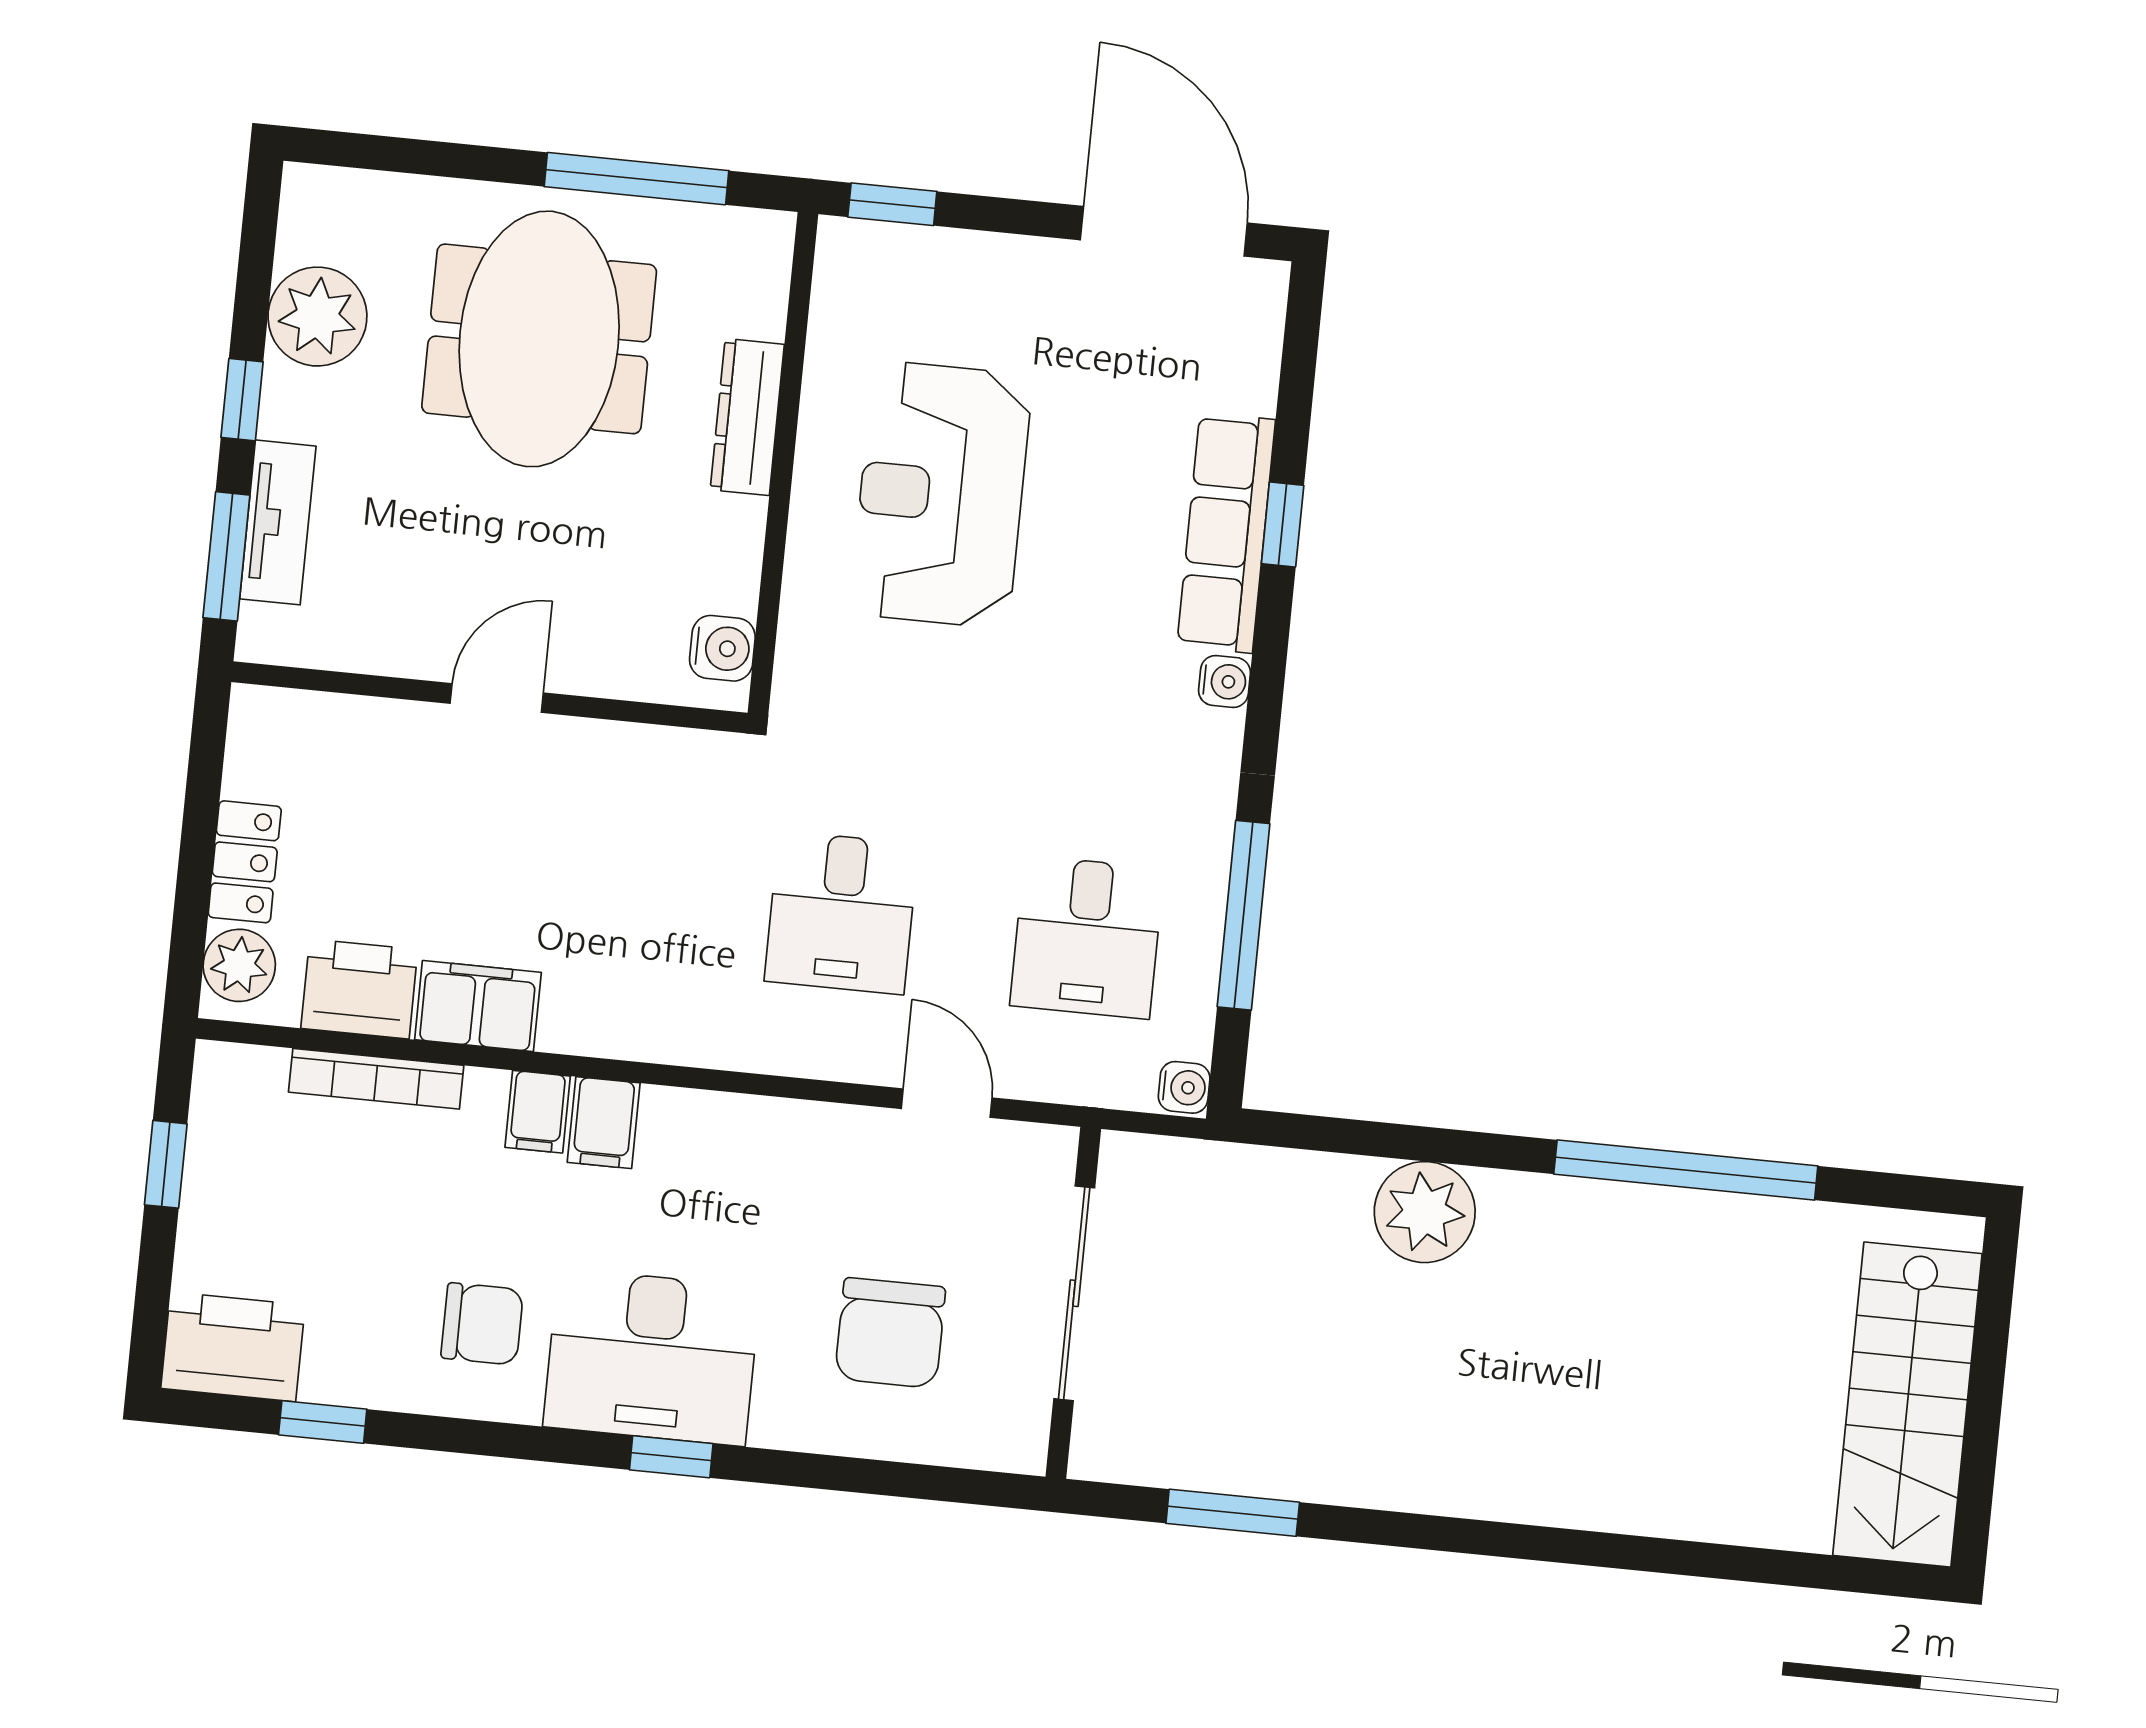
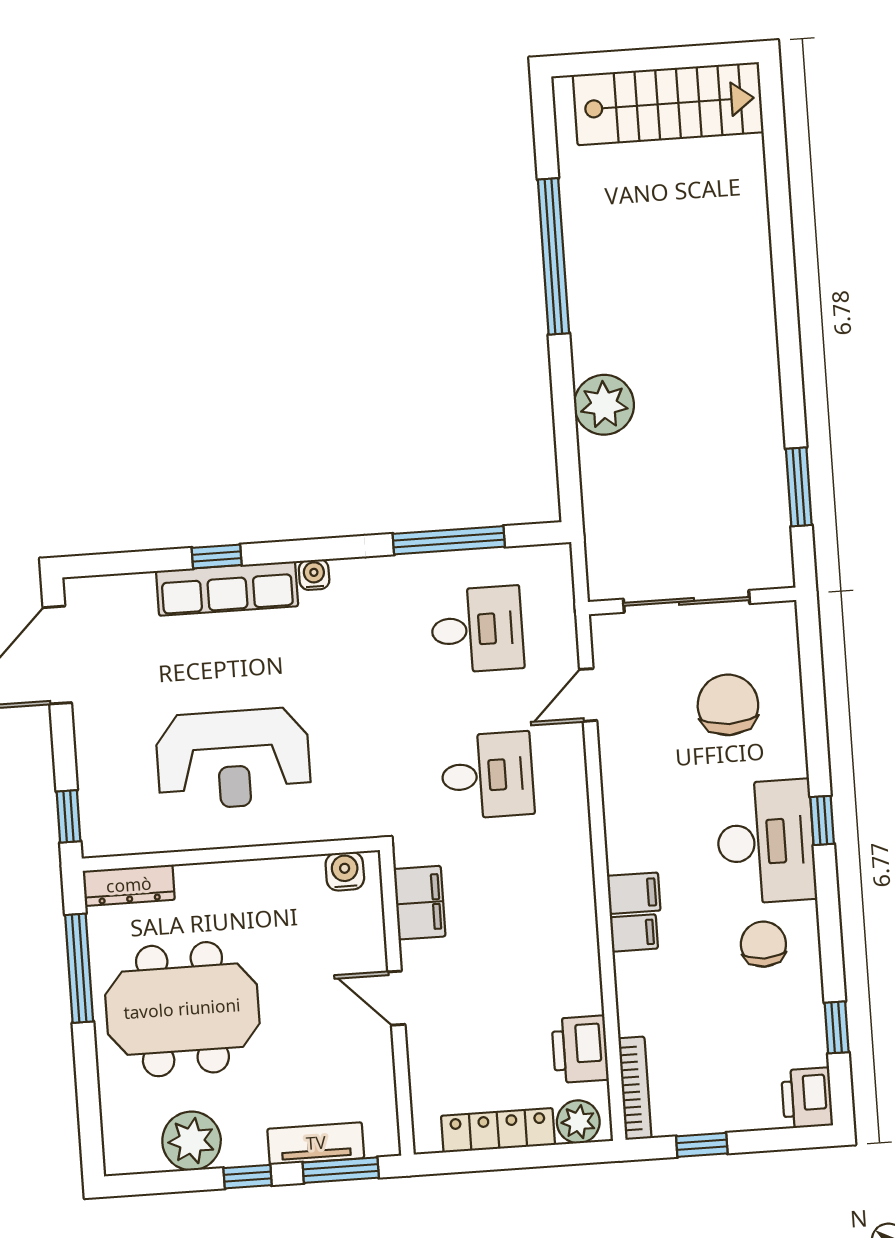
dresser: (747, 417) -> (129, 885), moved
locker: (245, 862) -> (498, 1130), width x1.53
filing cabinet: (478, 1006) -> (420, 903), moved, turned 180
bookcase: (376, 1079) -> (635, 1088), moved
water cooler: (1184, 1087) -> (555, 558), removed
chair: (890, 1333) -> (728, 705), turned -90
printer: (233, 1347) -> (807, 1098), width x0.73, depth x0.84

